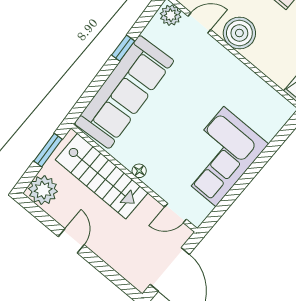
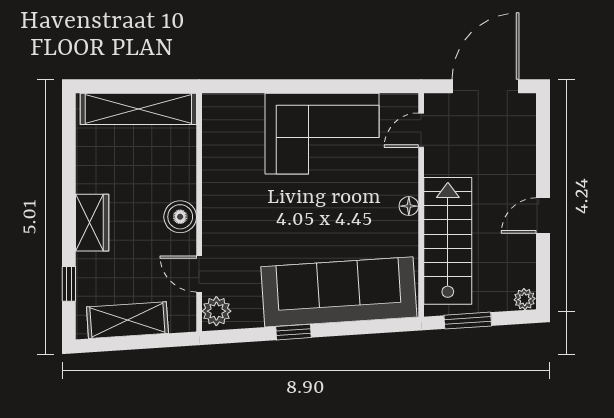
boiler: (239, 33) -> (180, 217), width x0.73, depth x0.73
plant: (43, 190) -> (525, 299), width x0.53, depth x0.53
door: (175, 213) -> (421, 130), swing flipped

